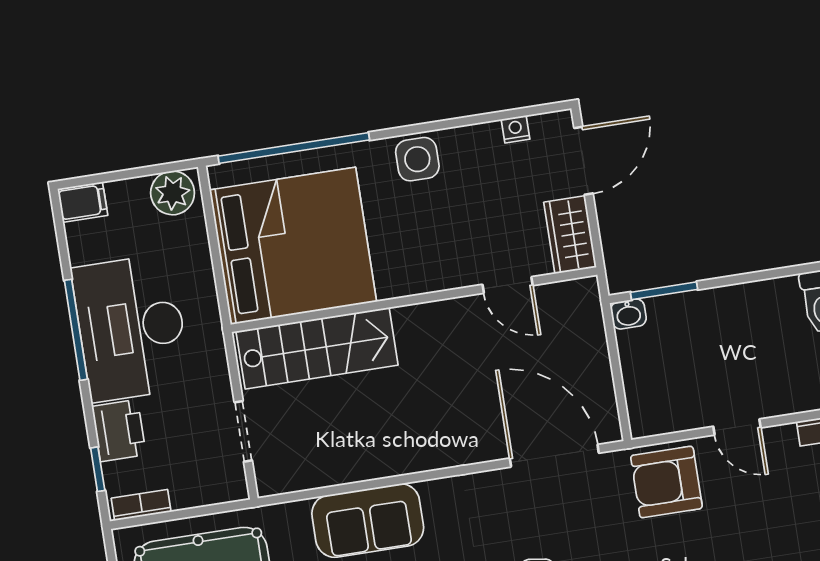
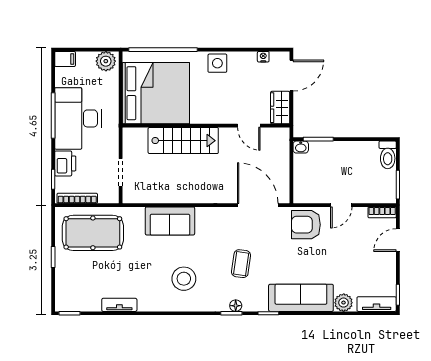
stairs: (317, 348) -> (183, 141), moved
door: (737, 427) -> (341, 205), hinge flipped
bookcase: (141, 505) -> (77, 198), width x1.56

